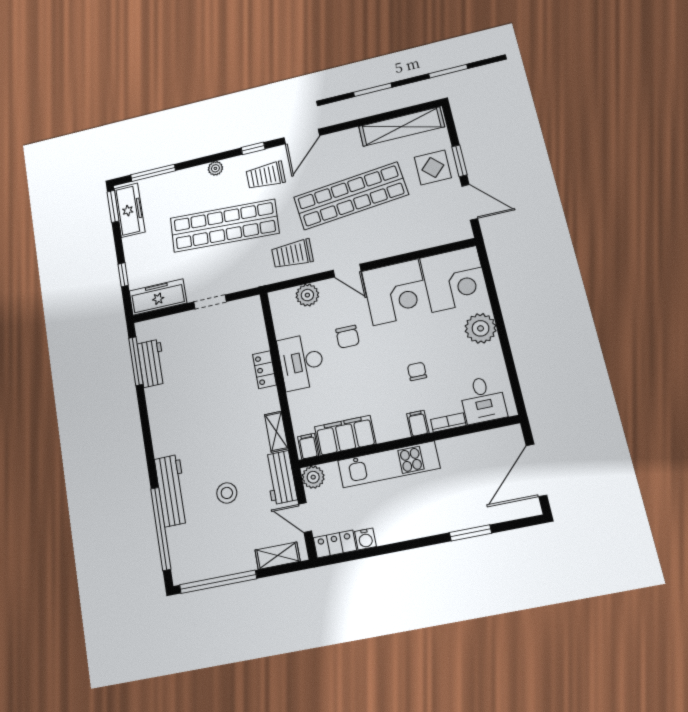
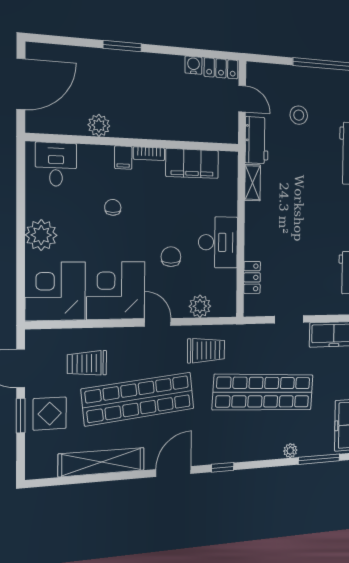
shelving: (401, 127) -> (102, 462), moved
plant: (215, 168) -> (290, 451), moved
trolley: (266, 176) -> (87, 363), moved, turned 180
locker: (264, 370) -> (252, 277), moved
chair: (417, 371) -> (113, 207), turned 180
bookcase: (448, 422) -> (149, 154), moved
filing cabinet: (308, 446) -> (227, 162), removed
kitchen unit: (389, 464) -> (158, 126), removed
plant: (313, 477) -> (99, 125), moved
stool: (227, 493) -> (299, 115), moved
window: (471, 533) -> (122, 46), moved
shelving: (278, 556) -> (272, 72), removed

